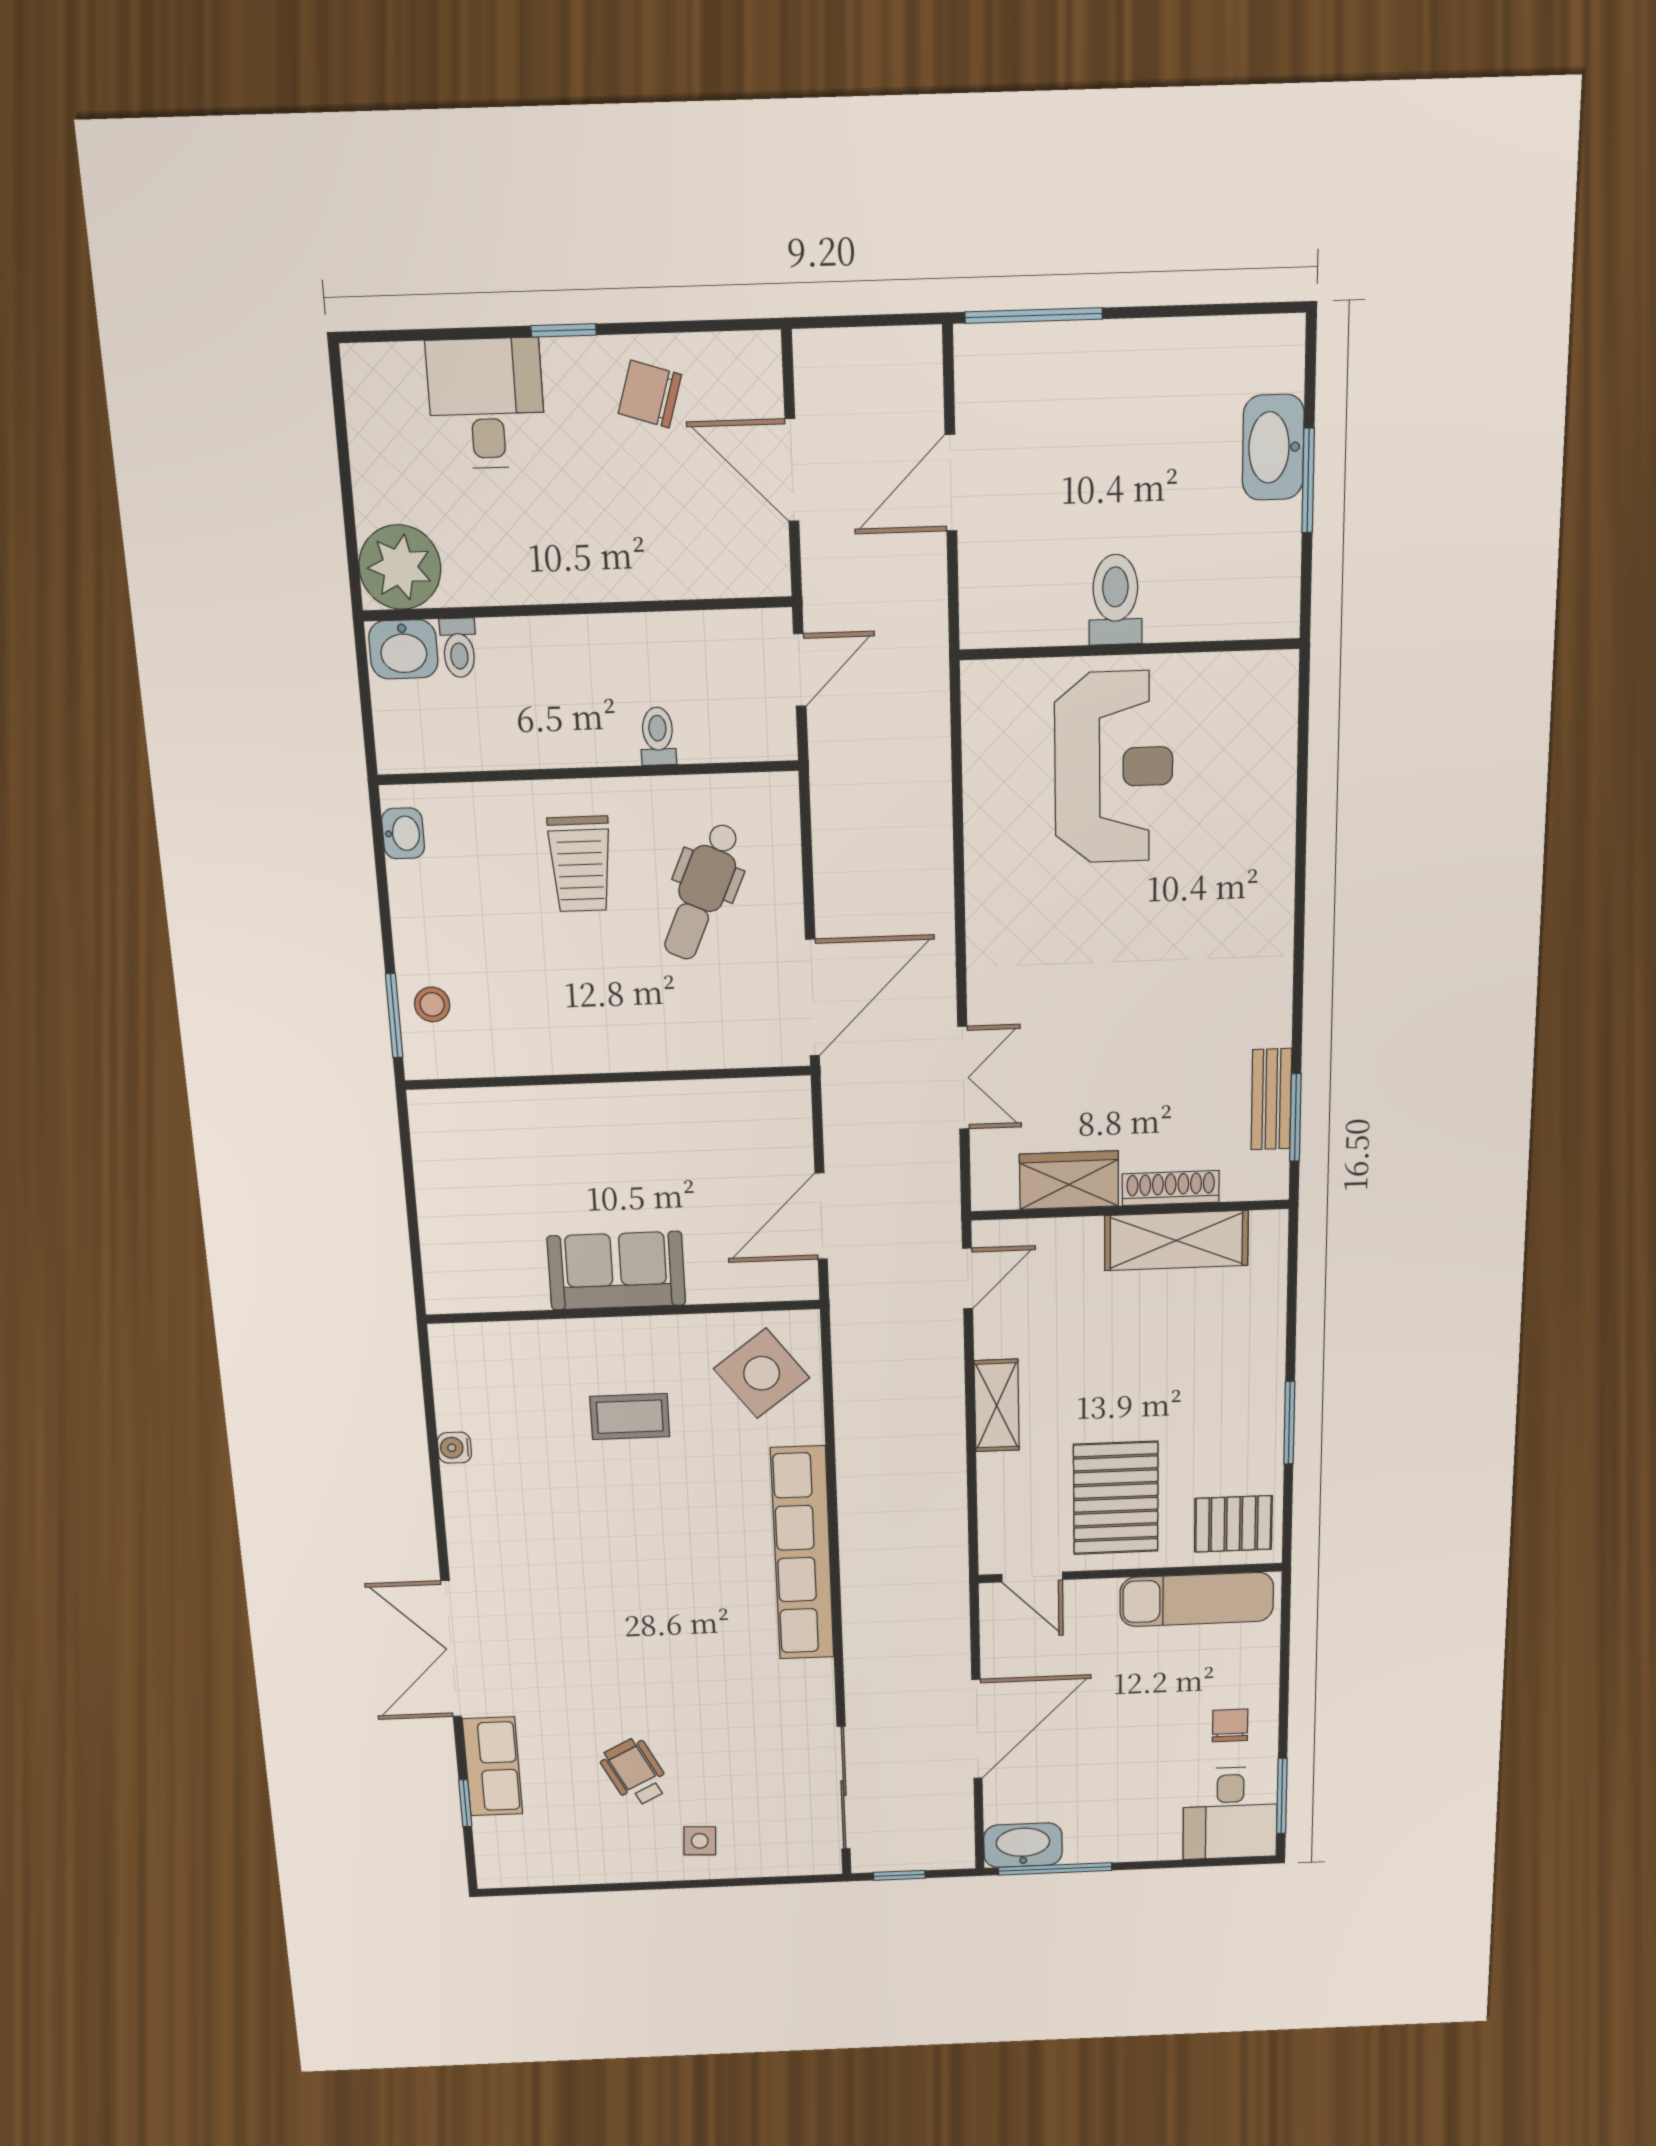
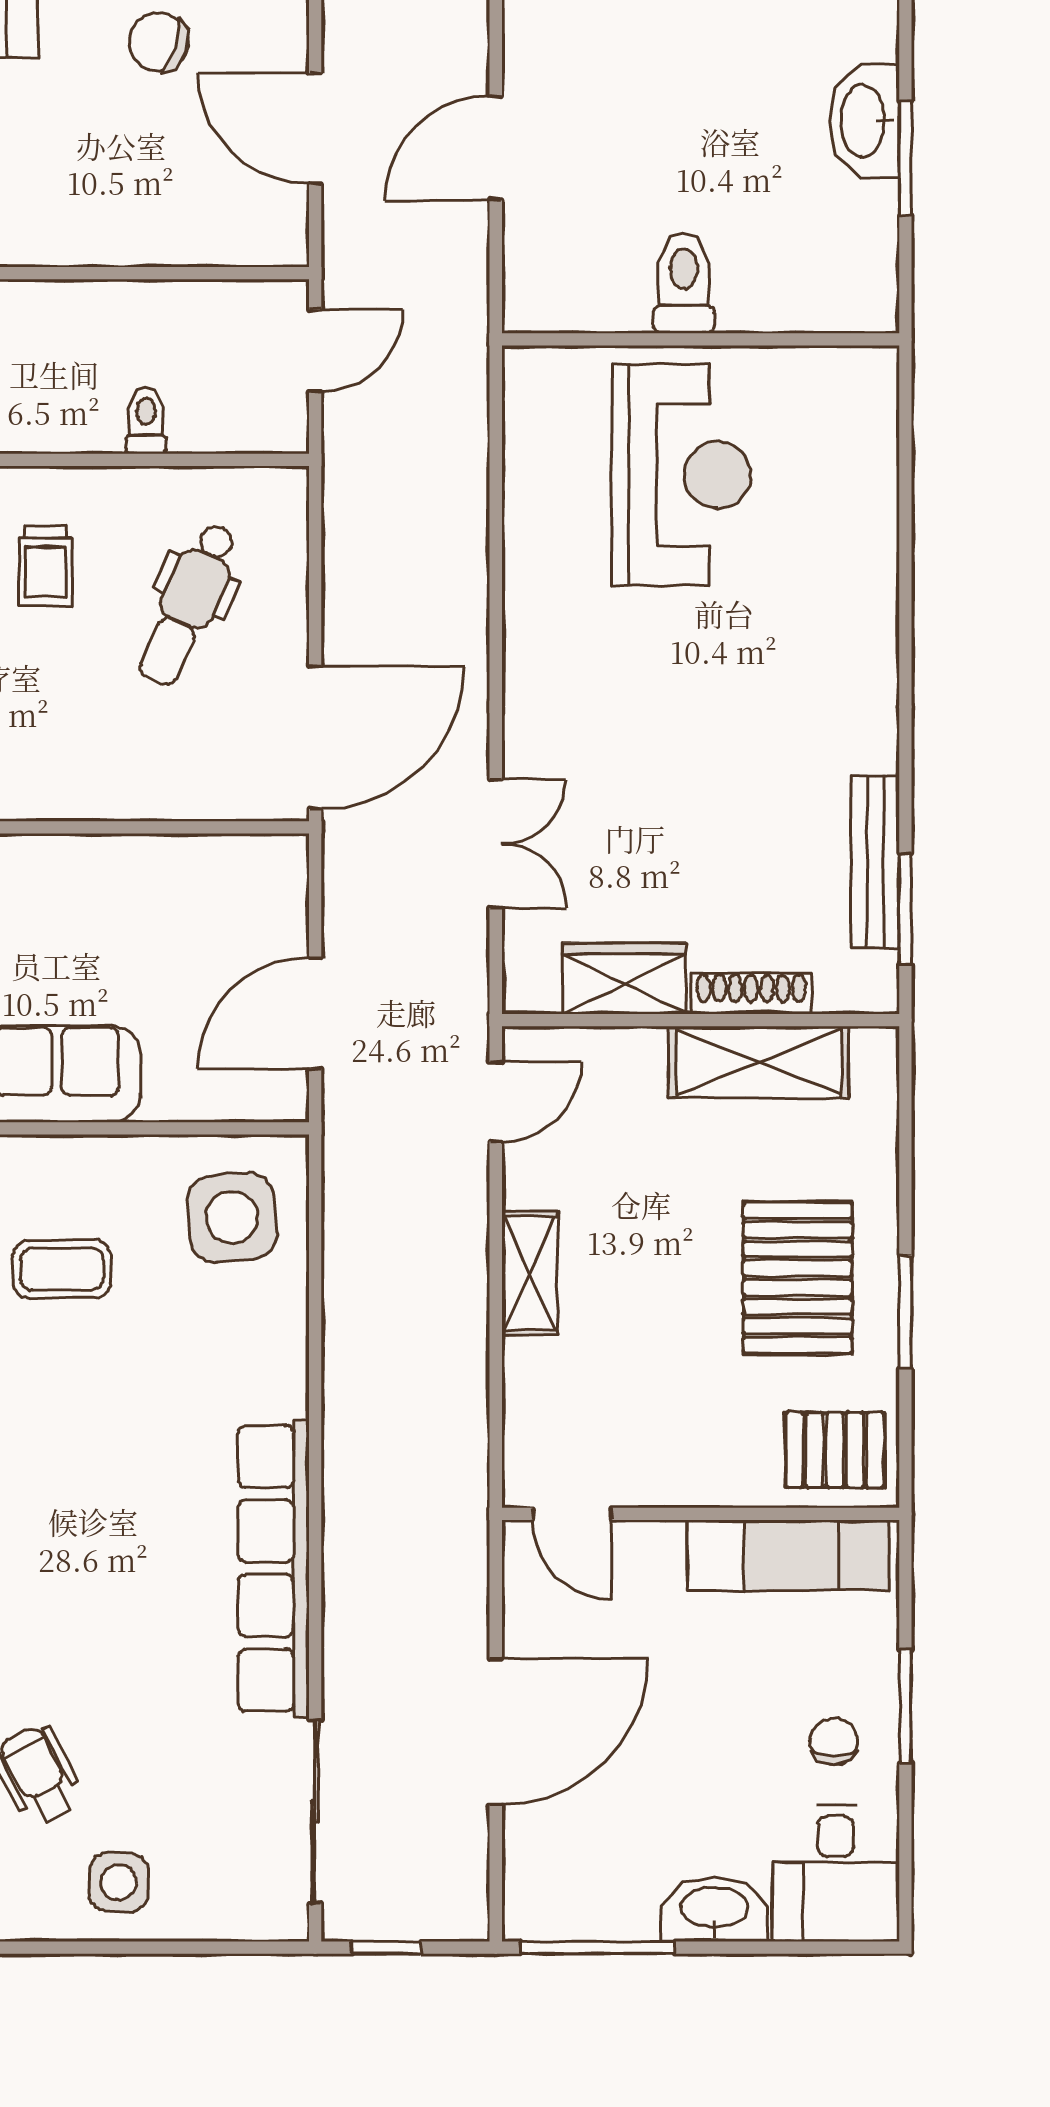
trolley: (580, 864) -> (45, 566), width x0.73, depth x0.72
bench: (1271, 1099) -> (875, 862), width x1.36
side table: (762, 1373) -> (232, 1217), turned 32
pallet: (1116, 1498) -> (798, 1278), moved
row of seats: (802, 1553) -> (274, 1568), moved
window: (1282, 1796) -> (905, 1706), moved
side table: (700, 1841) -> (119, 1882), width x1.37, depth x1.37
washbasin: (1023, 1845) -> (714, 1909), moved

